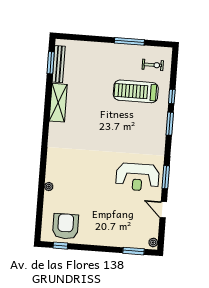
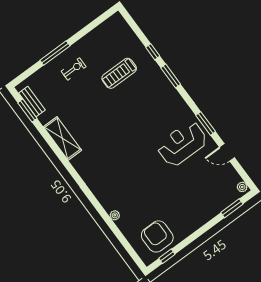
window: (129, 41) -> (55, 53), moved
bench: (59, 64) -> (32, 102), width x0.73
exercise bike: (153, 65) -> (74, 69), moved
treadmill: (136, 91) -> (119, 73), width x0.73, depth x0.73
reception desk: (137, 177) -> (182, 144), turned 180

